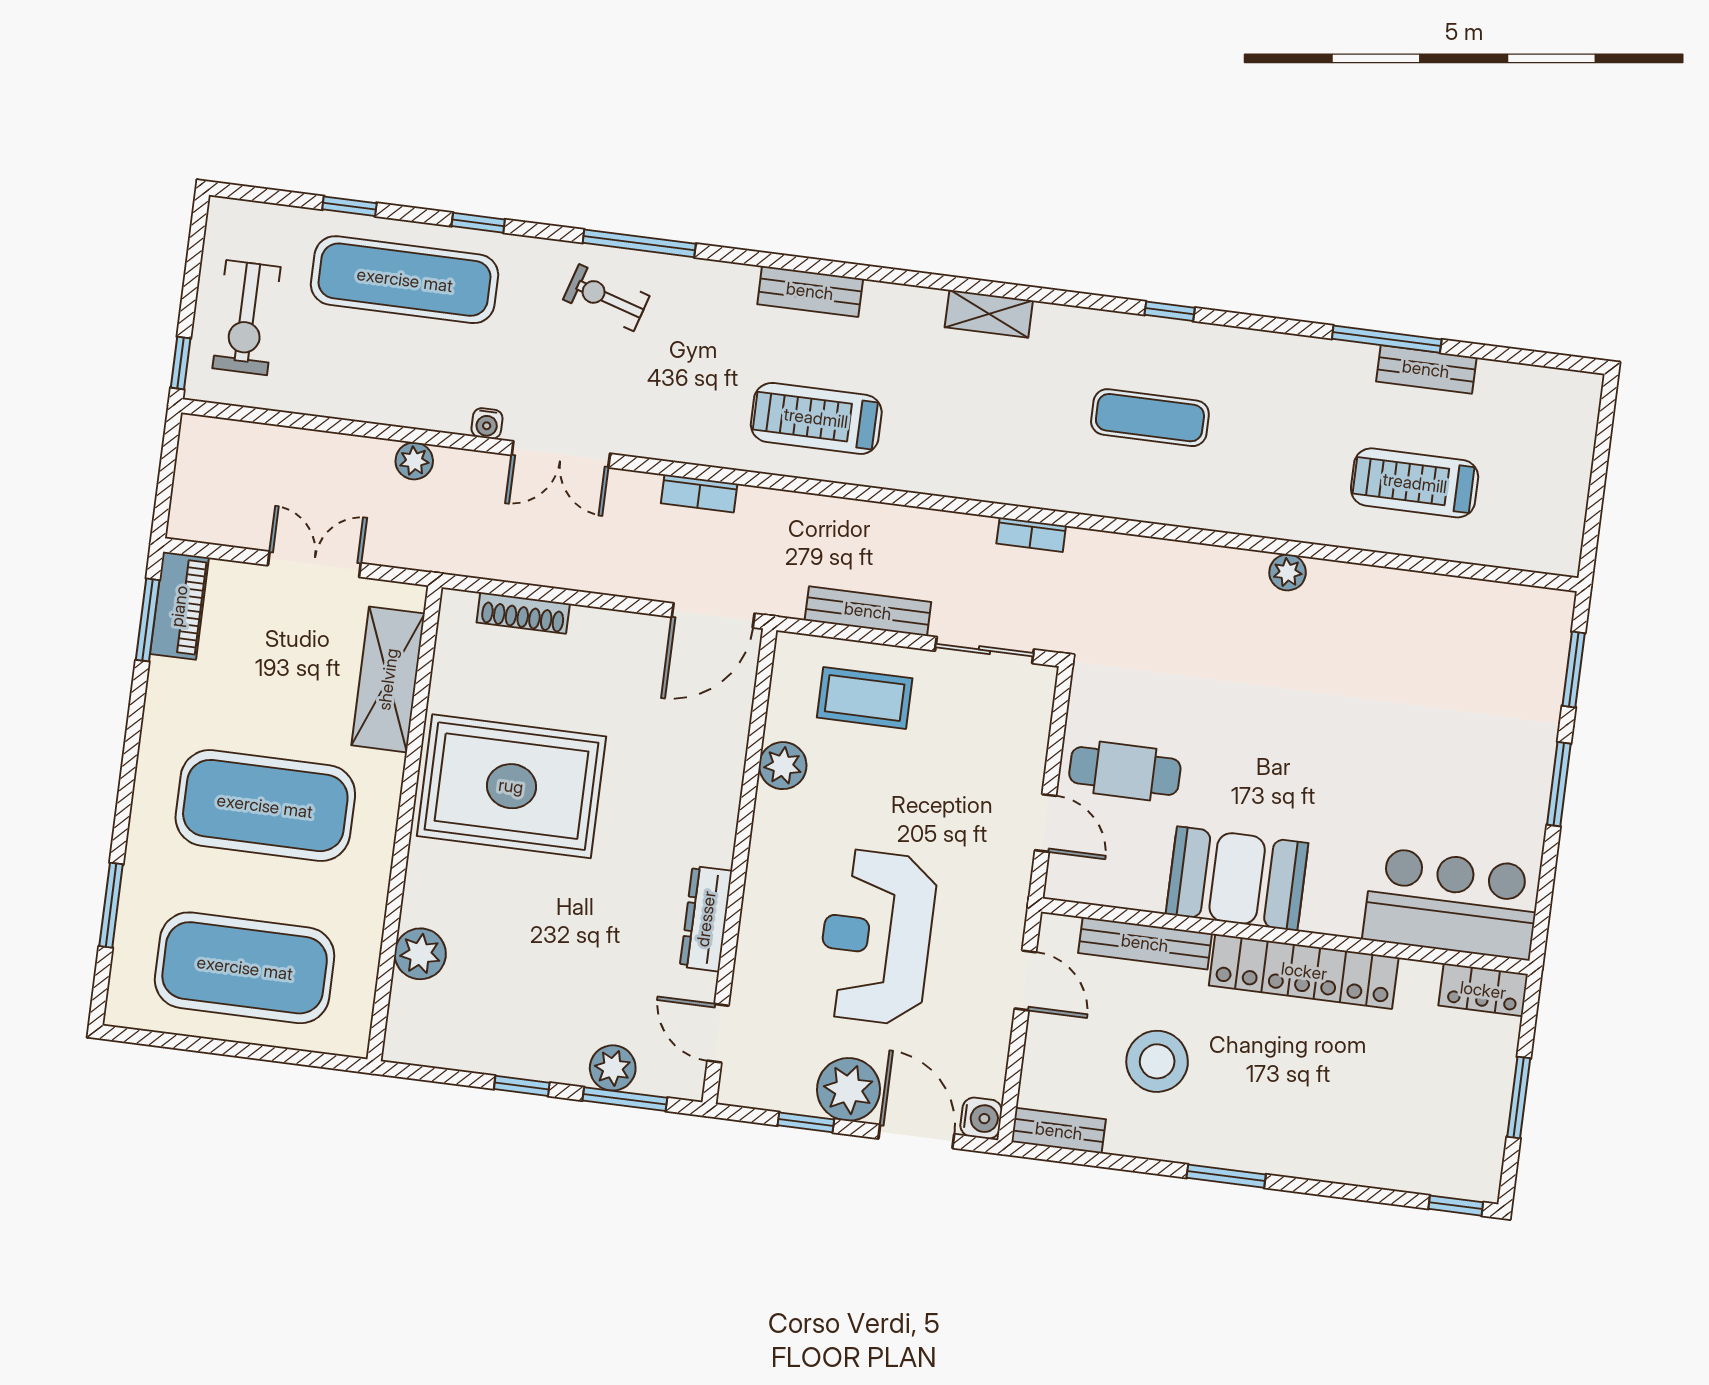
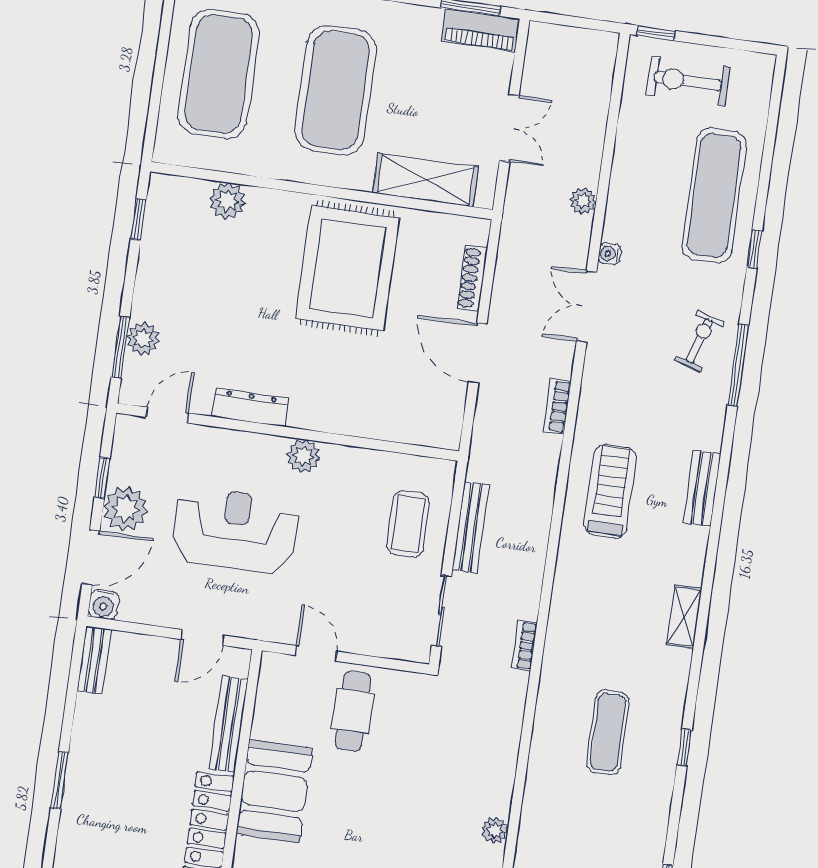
window: (349, 206) -> (767, 156), removed
door: (713, 615) -> (478, 353), moved
plant: (783, 766) -> (303, 456), moved
door: (1046, 823) -> (316, 653), swing flipped
stool: (1157, 1061) -> (143, 732), removed
window: (522, 1086) -> (138, 219), moved

